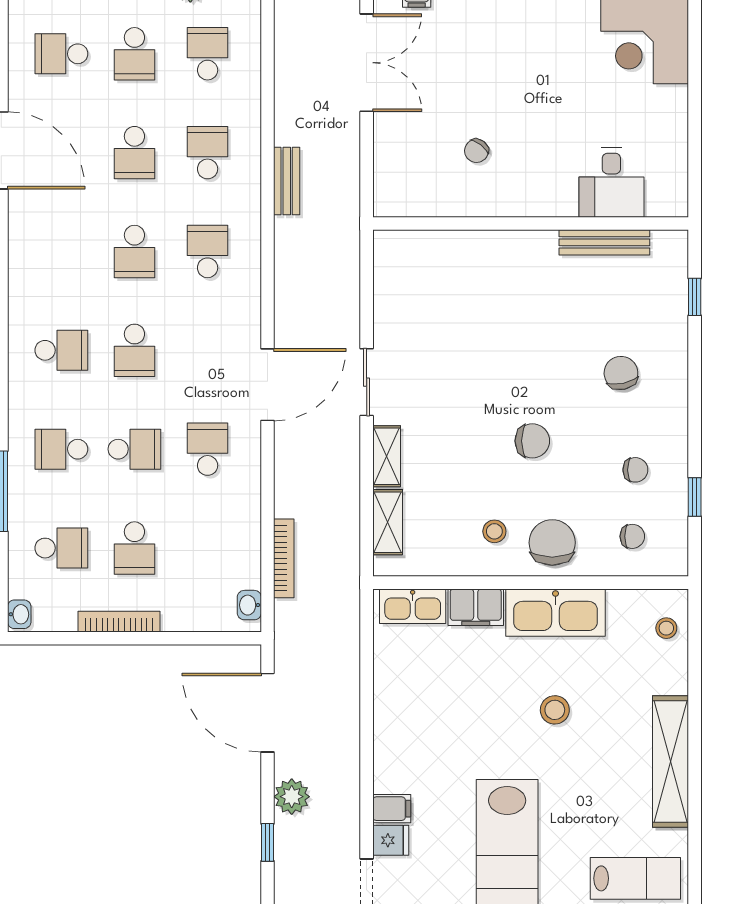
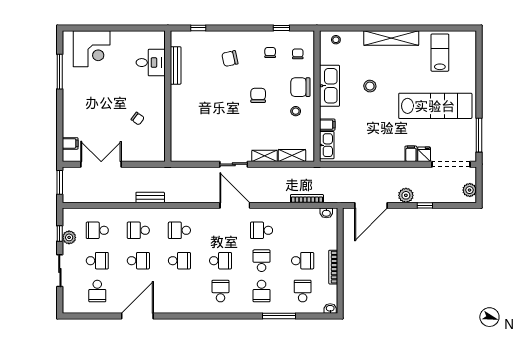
filing cabinet: (476, 607) -> (327, 125), width x0.50

